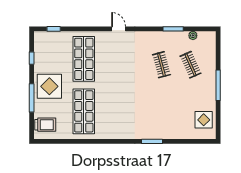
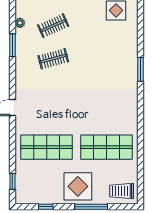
trolley: (45, 125) -> (122, 191), turned -90

